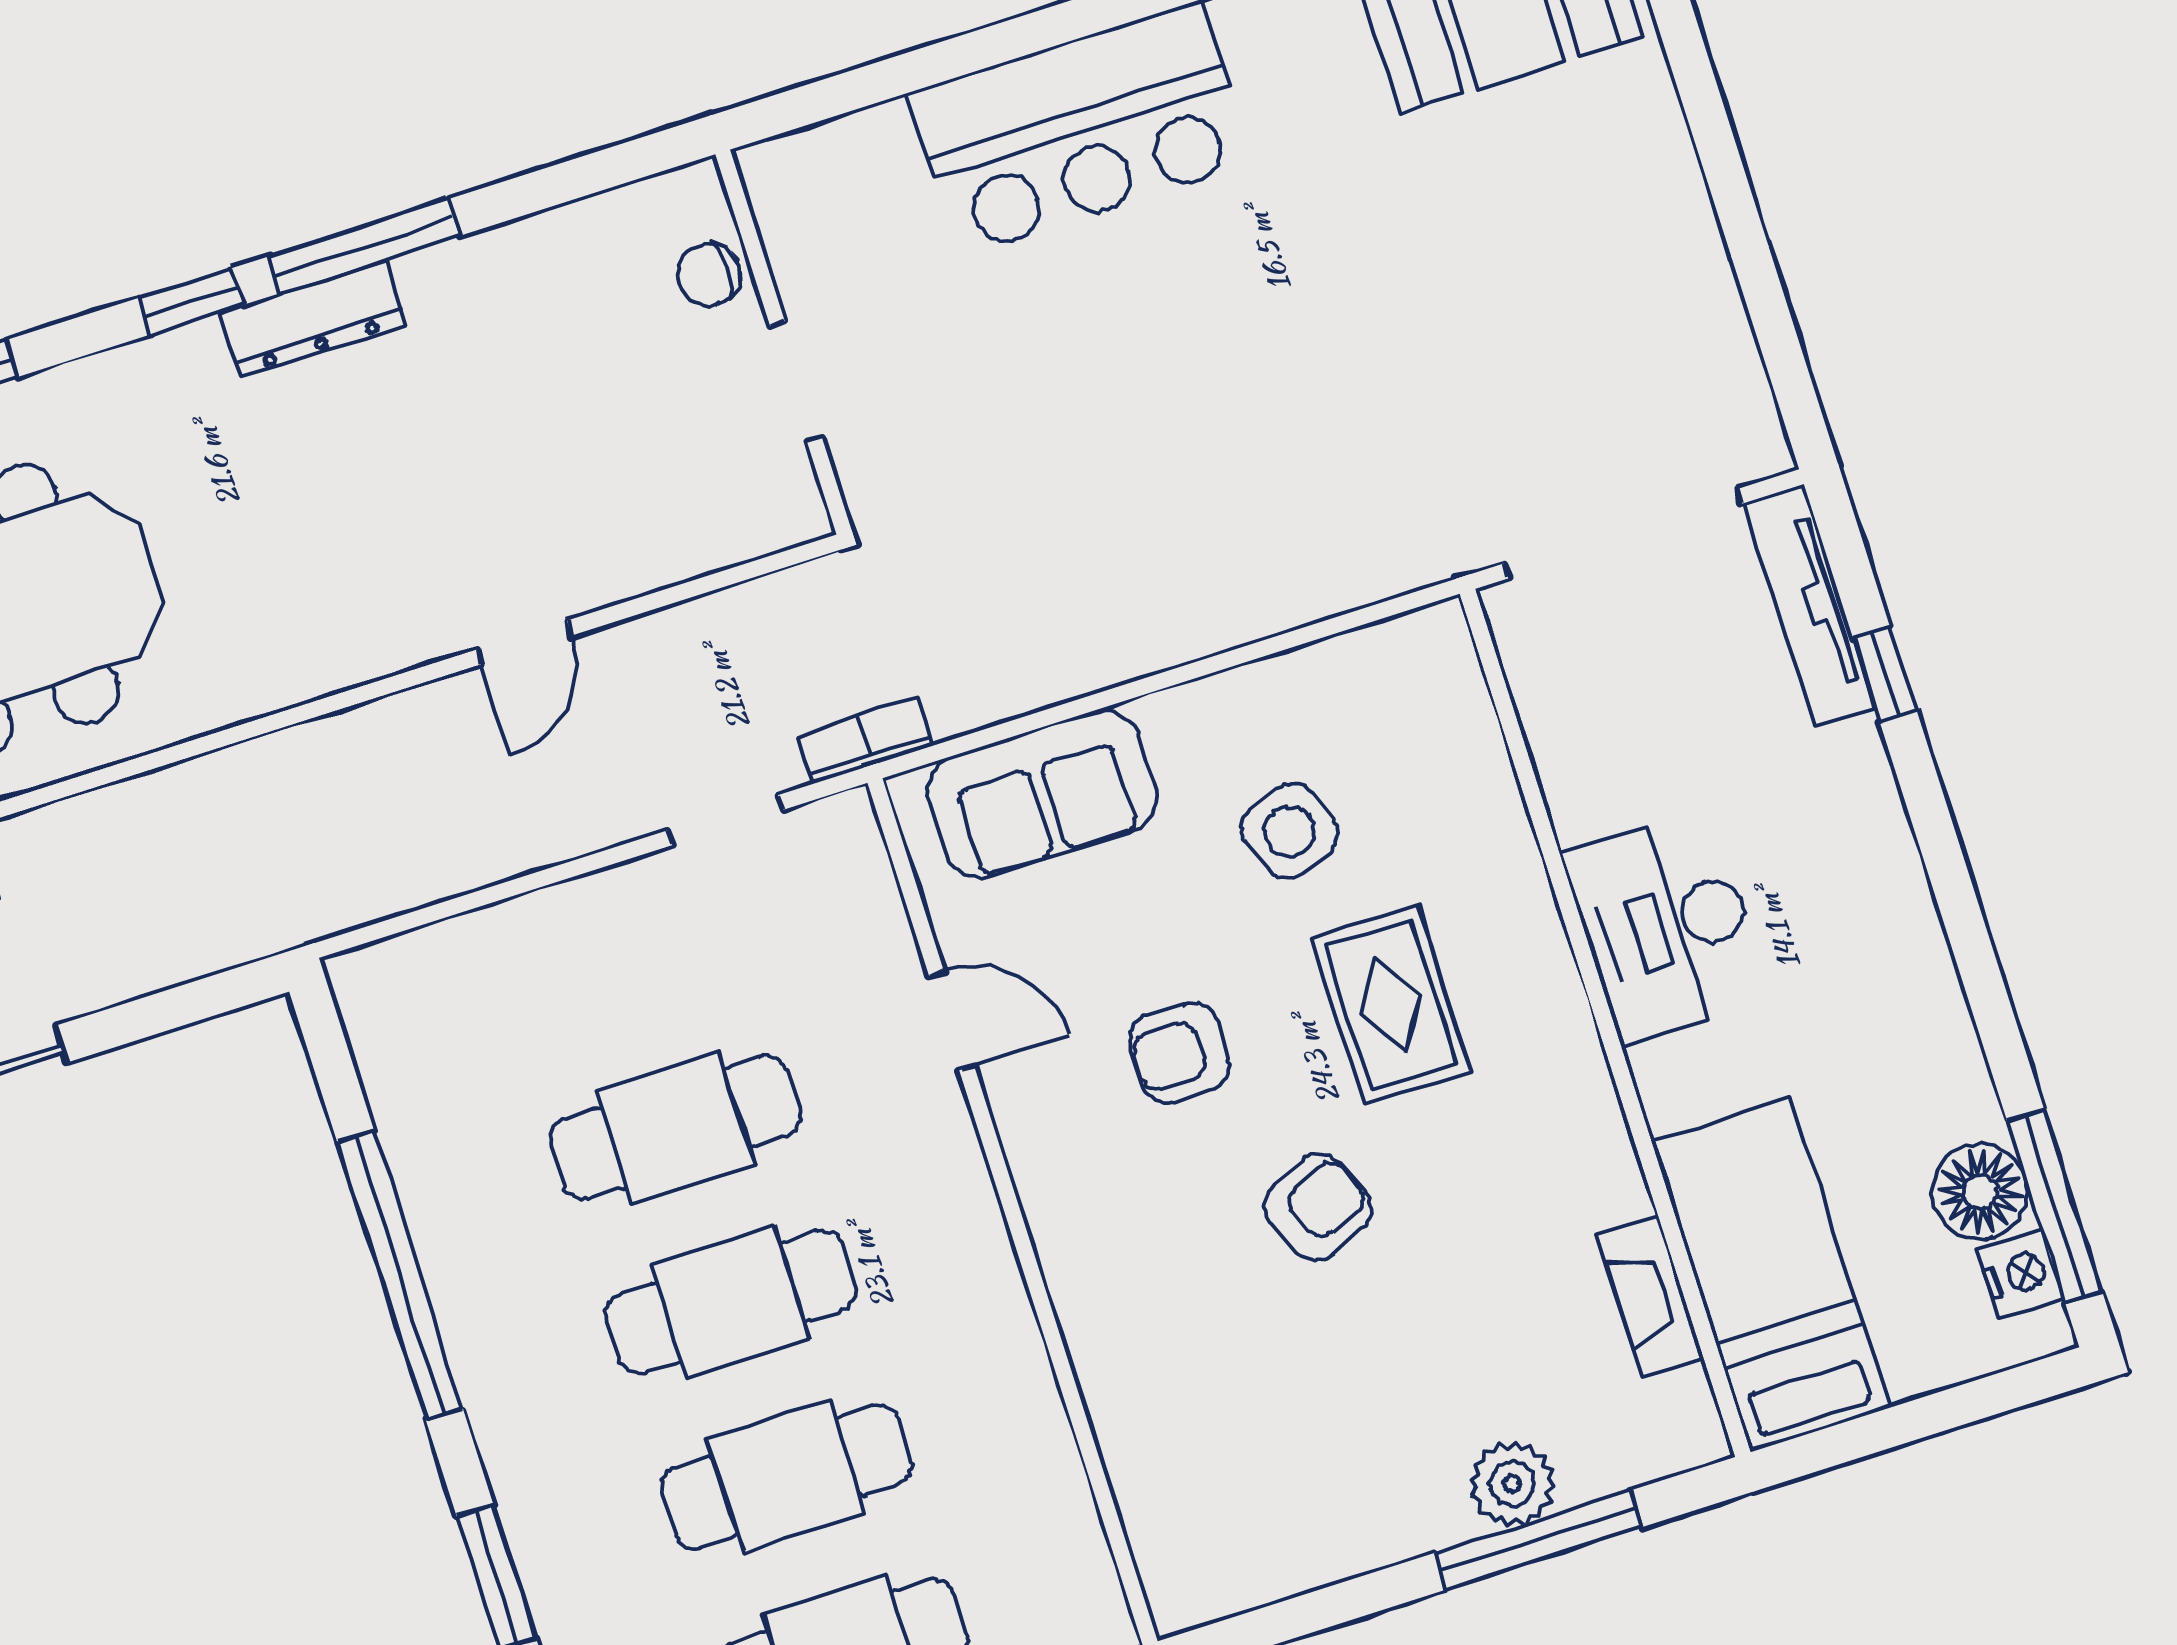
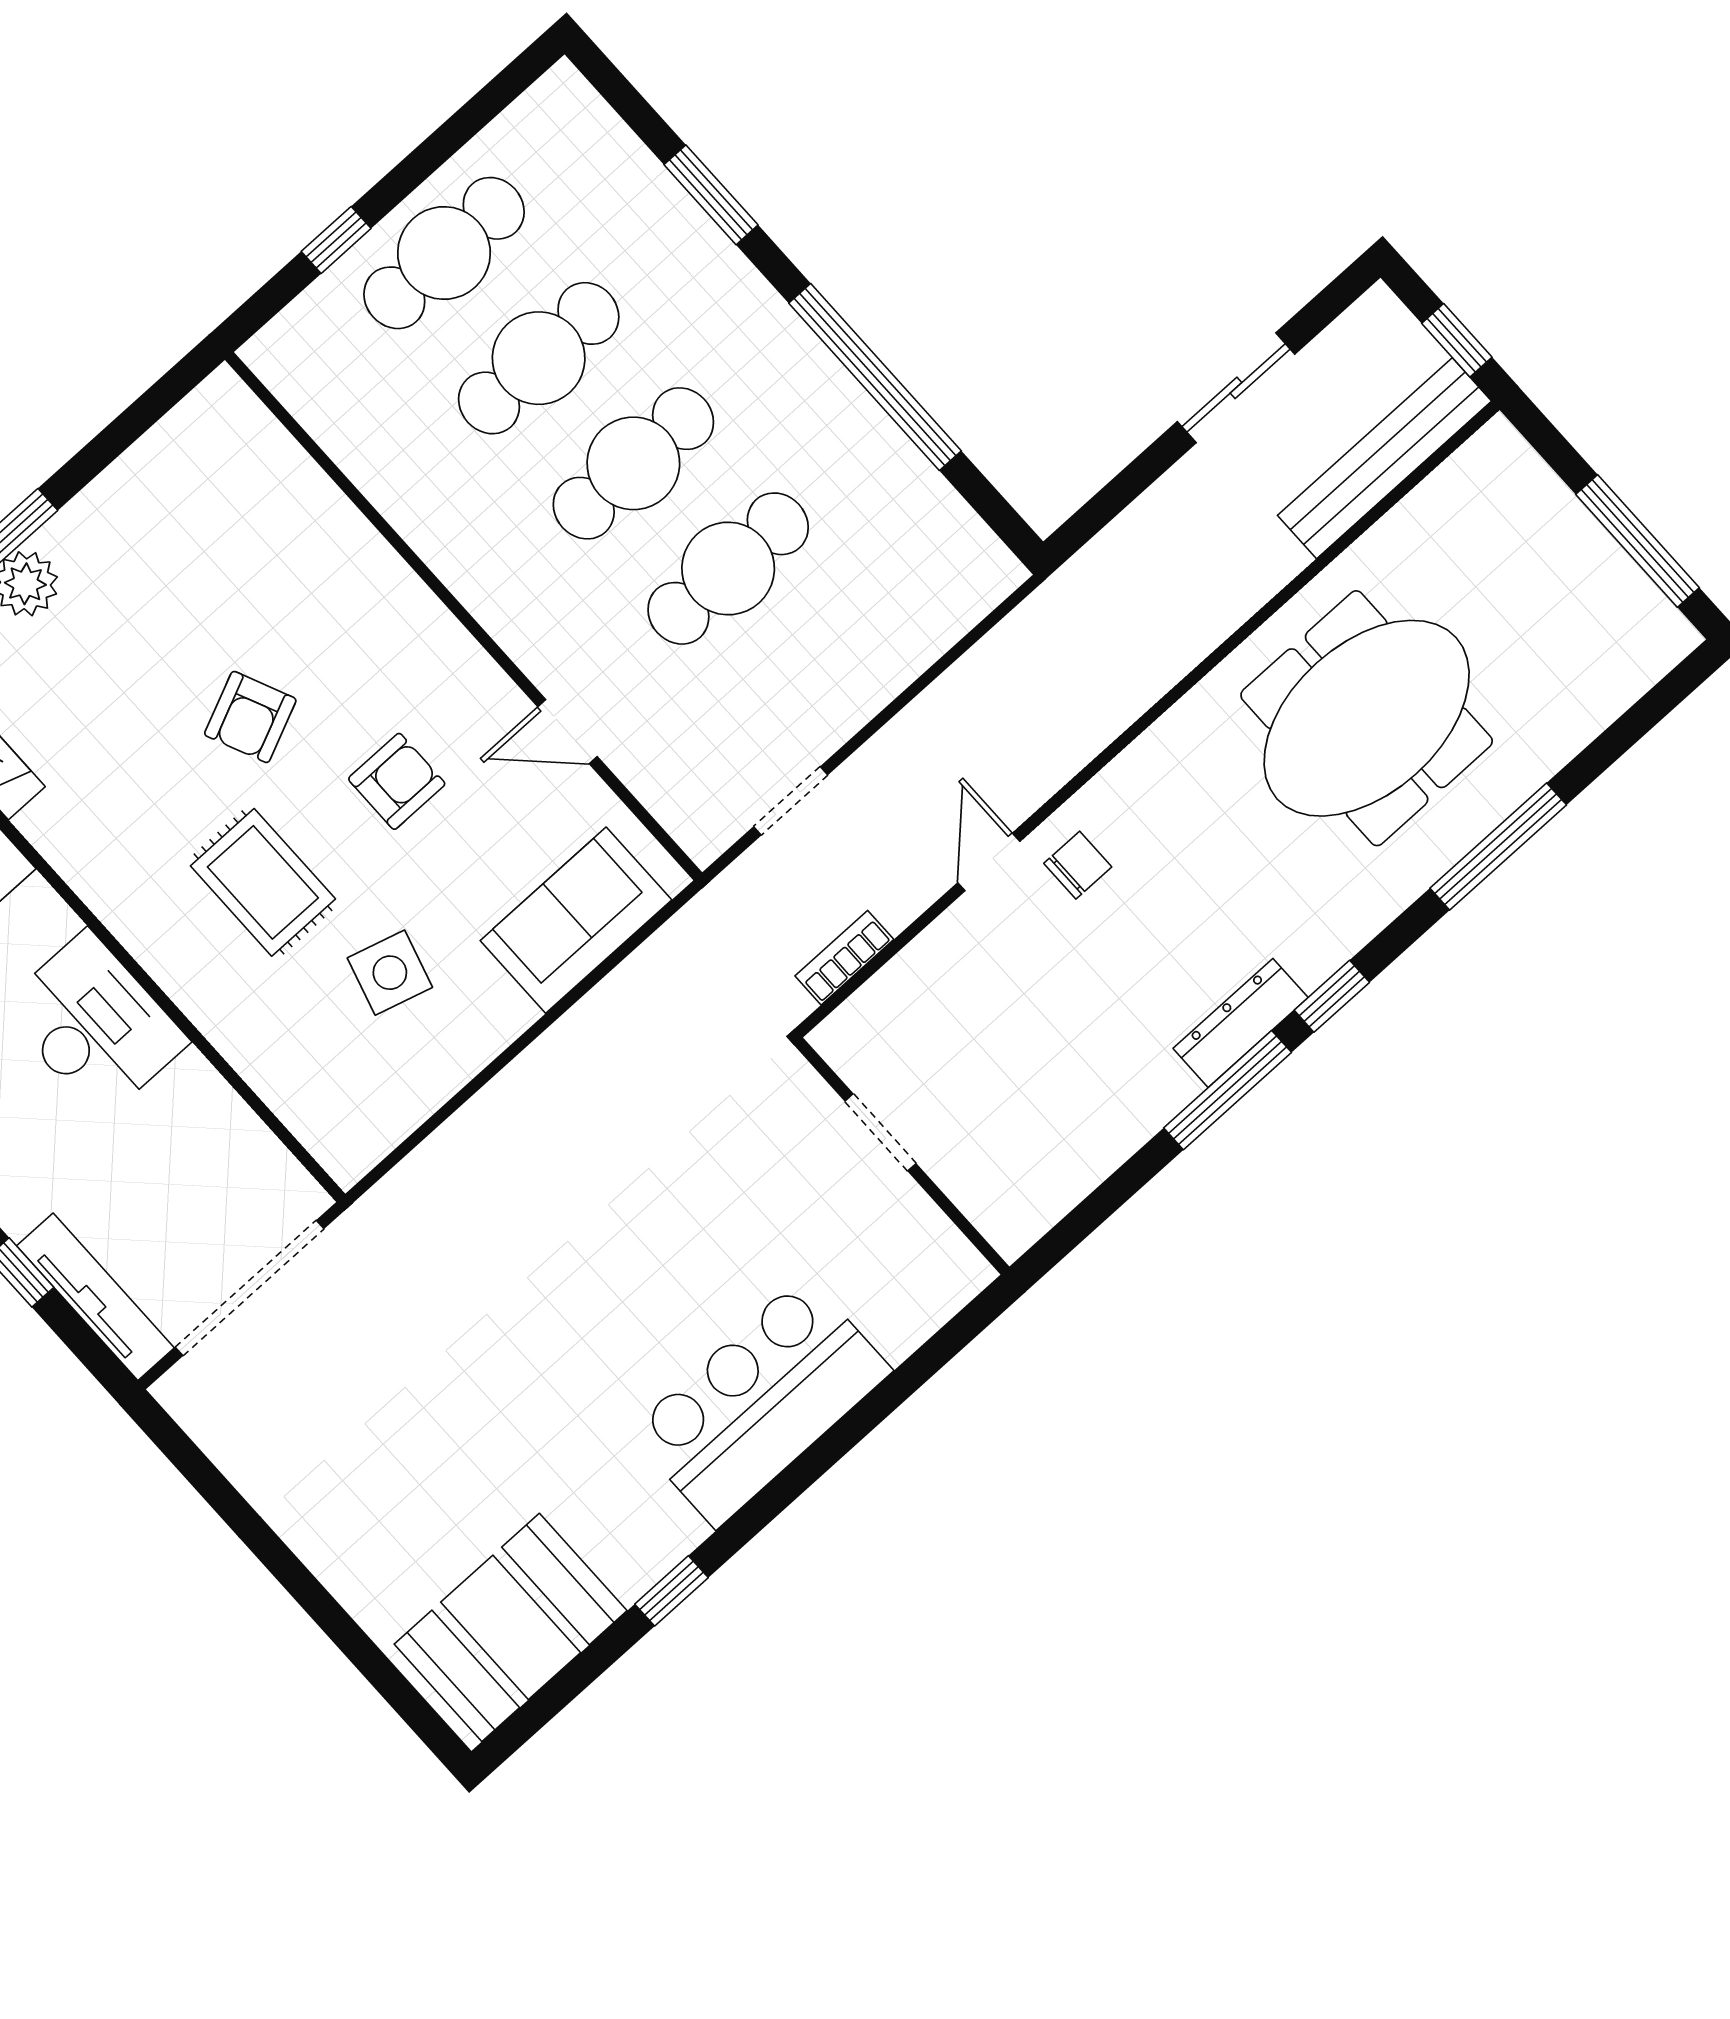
chair: (709, 274) -> (1078, 865), moved
bookcase: (865, 741) -> (844, 958), moved, turned 180
side table: (1289, 831) -> (390, 973), turned 36

